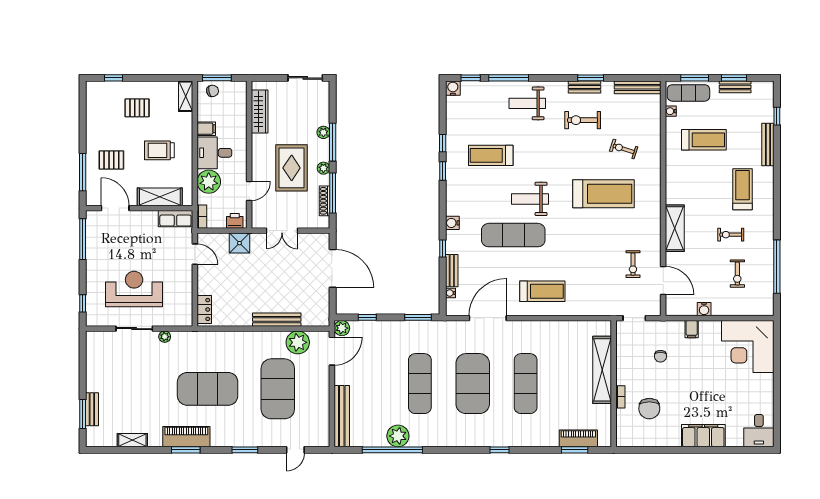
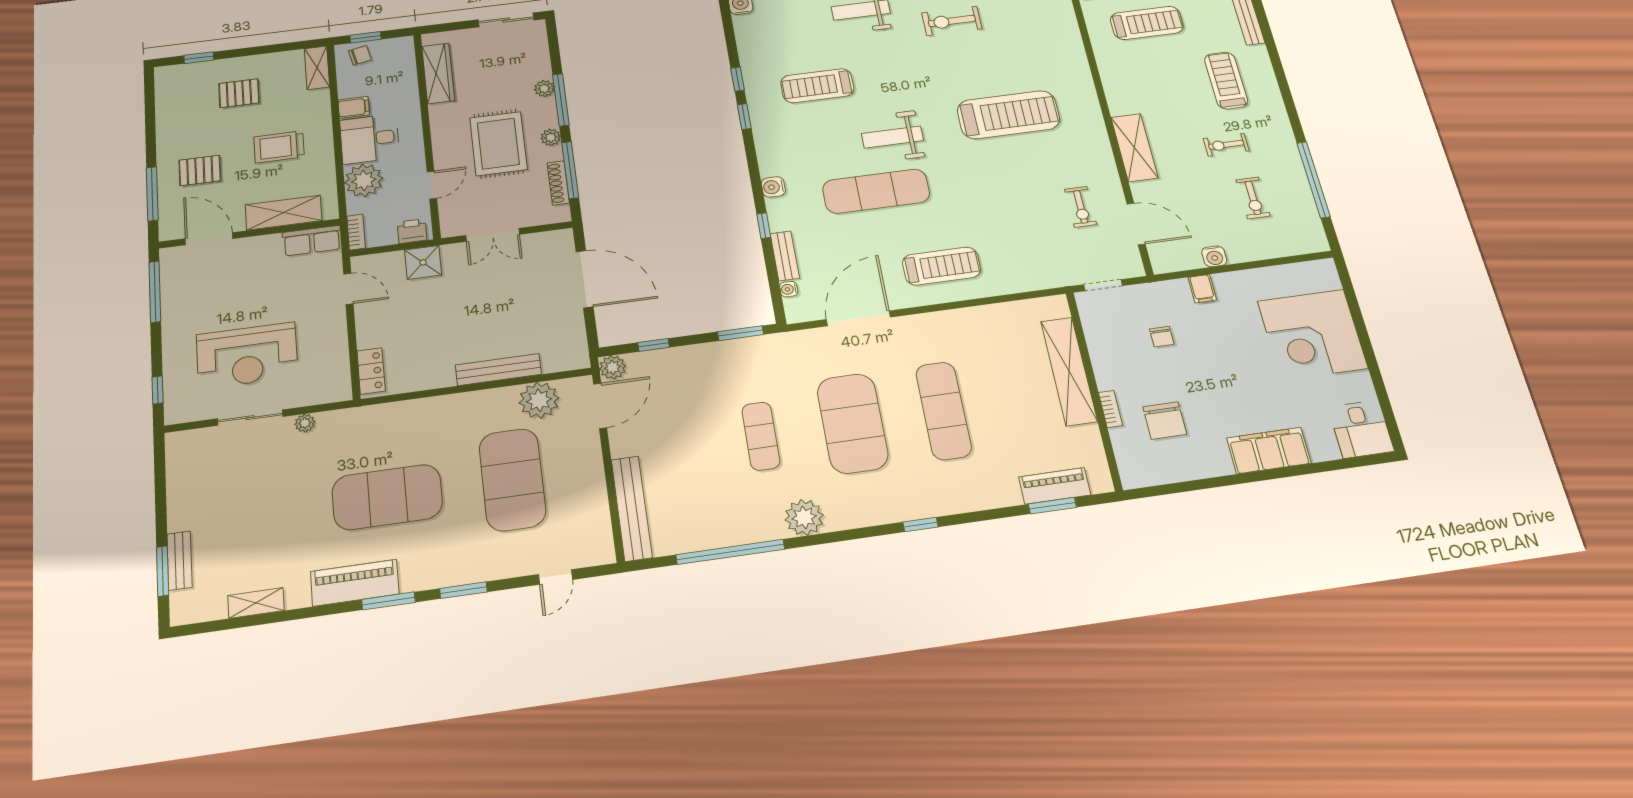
window: (217, 78) -> (366, 37), width x0.67
exercise bike: (624, 149) -> (1025, 51), removed
reception desk: (134, 289) -> (247, 356), turned 180
corner desk: (748, 346) -> (1312, 335), moved
exercise mat: (420, 384) -> (761, 436), width x0.73, depth x0.69
plant: (398, 436) -> (804, 517), moved
window: (186, 450) -> (388, 601), moved

